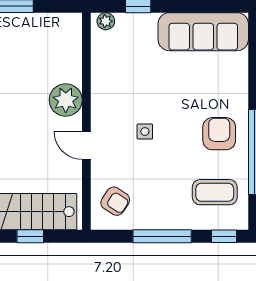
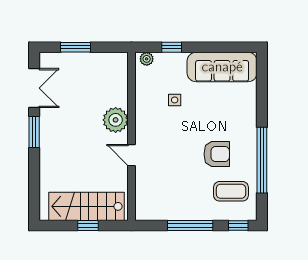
side table: (145, 131) -> (175, 100), moved
armchair: (219, 134) -> (217, 154), moved, turned 90
armchair: (115, 201) -> (154, 198), removed

